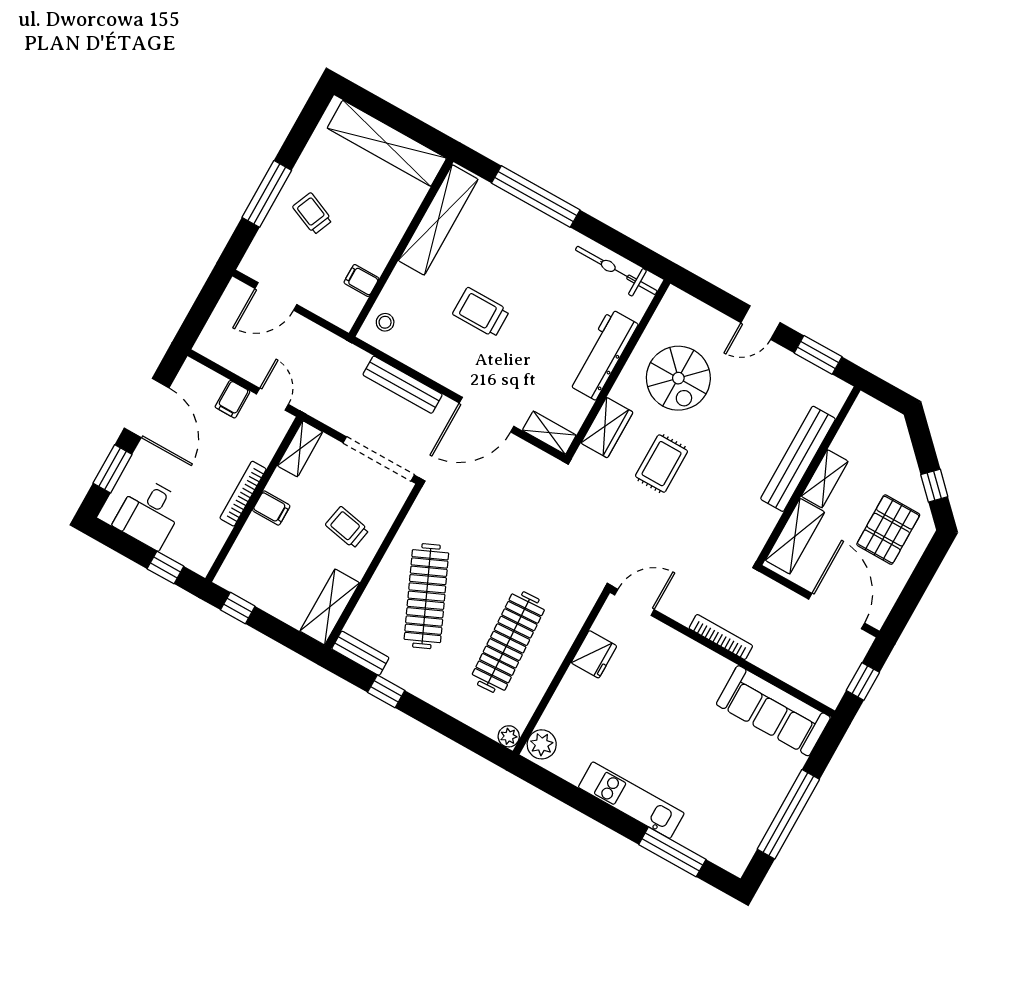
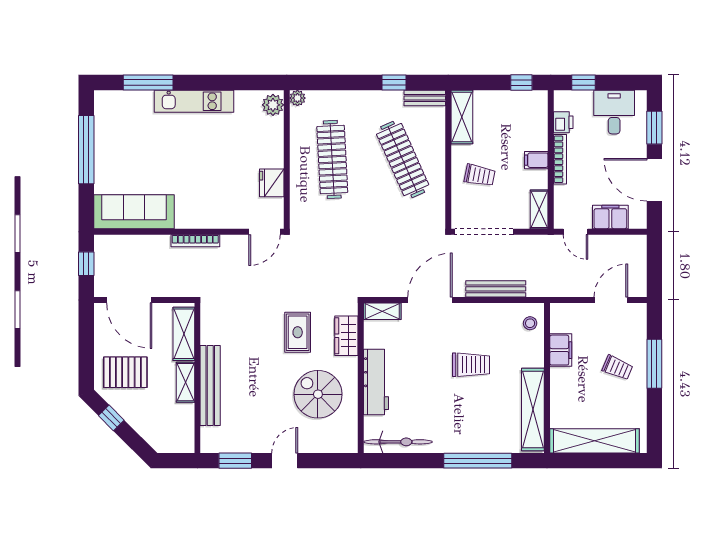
filing cabinet: (361, 280) -> (561, 350), width x2.00
filing cabinet: (232, 399) -> (610, 217), width x2.00
pallet: (888, 530) -> (125, 372), turned 90
printer: (215, 534) -> (563, 122), added

